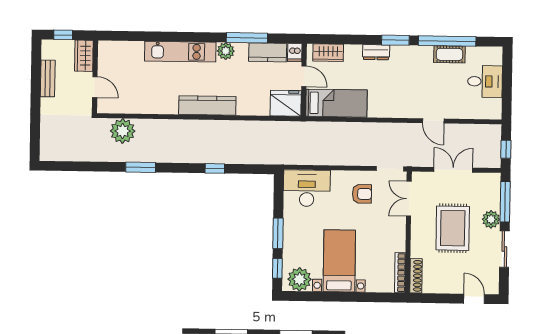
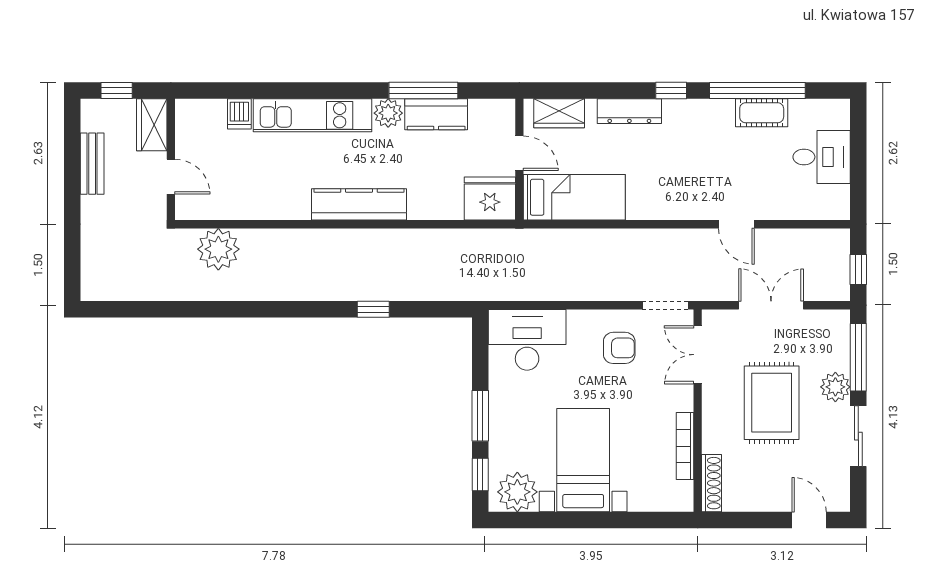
window: (395, 40) -> (671, 90), width x0.67
kitchen counter: (268, 52) -> (436, 114), moved
dresser: (376, 52) -> (629, 111), width x1.44
dishwasher: (295, 53) -> (239, 114), moved
window: (141, 167) -> (249, 309), removed
bookcase: (400, 273) -> (685, 446), moved

